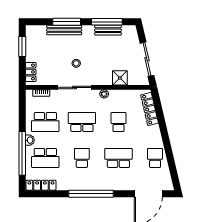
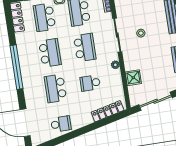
school desk: (118, 122) -> (90, 83), turned 180
school desk: (82, 158) -> (50, 53), width x1.85
school desk: (118, 158) -> (55, 88), turned 180

